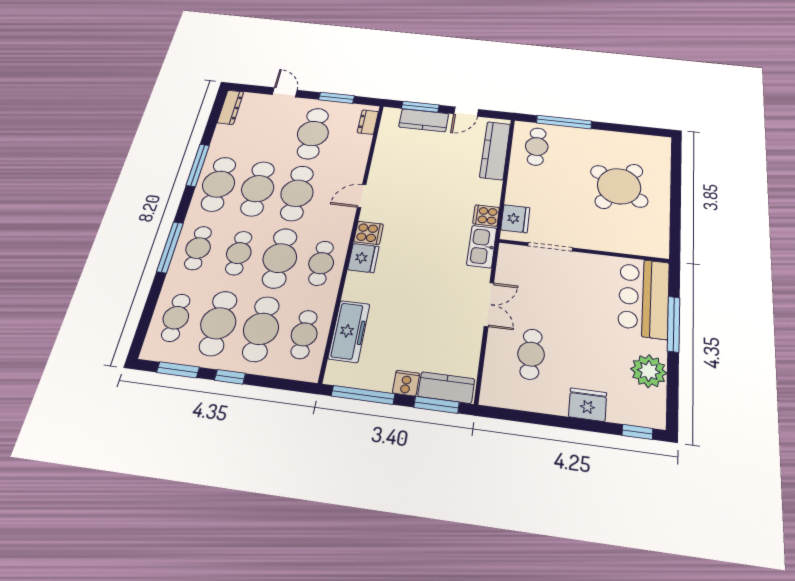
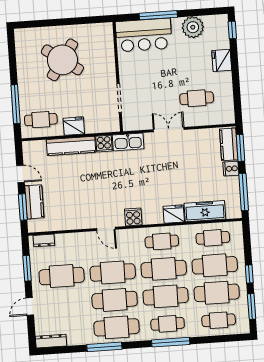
kitchen counter: (495, 150) -> (71, 146), moved
fridge: (515, 219) -> (74, 126), moved
cafe table: (239, 253) -> (166, 296), width x1.37, depth x1.35
fridge: (363, 258) -> (174, 214), moved

